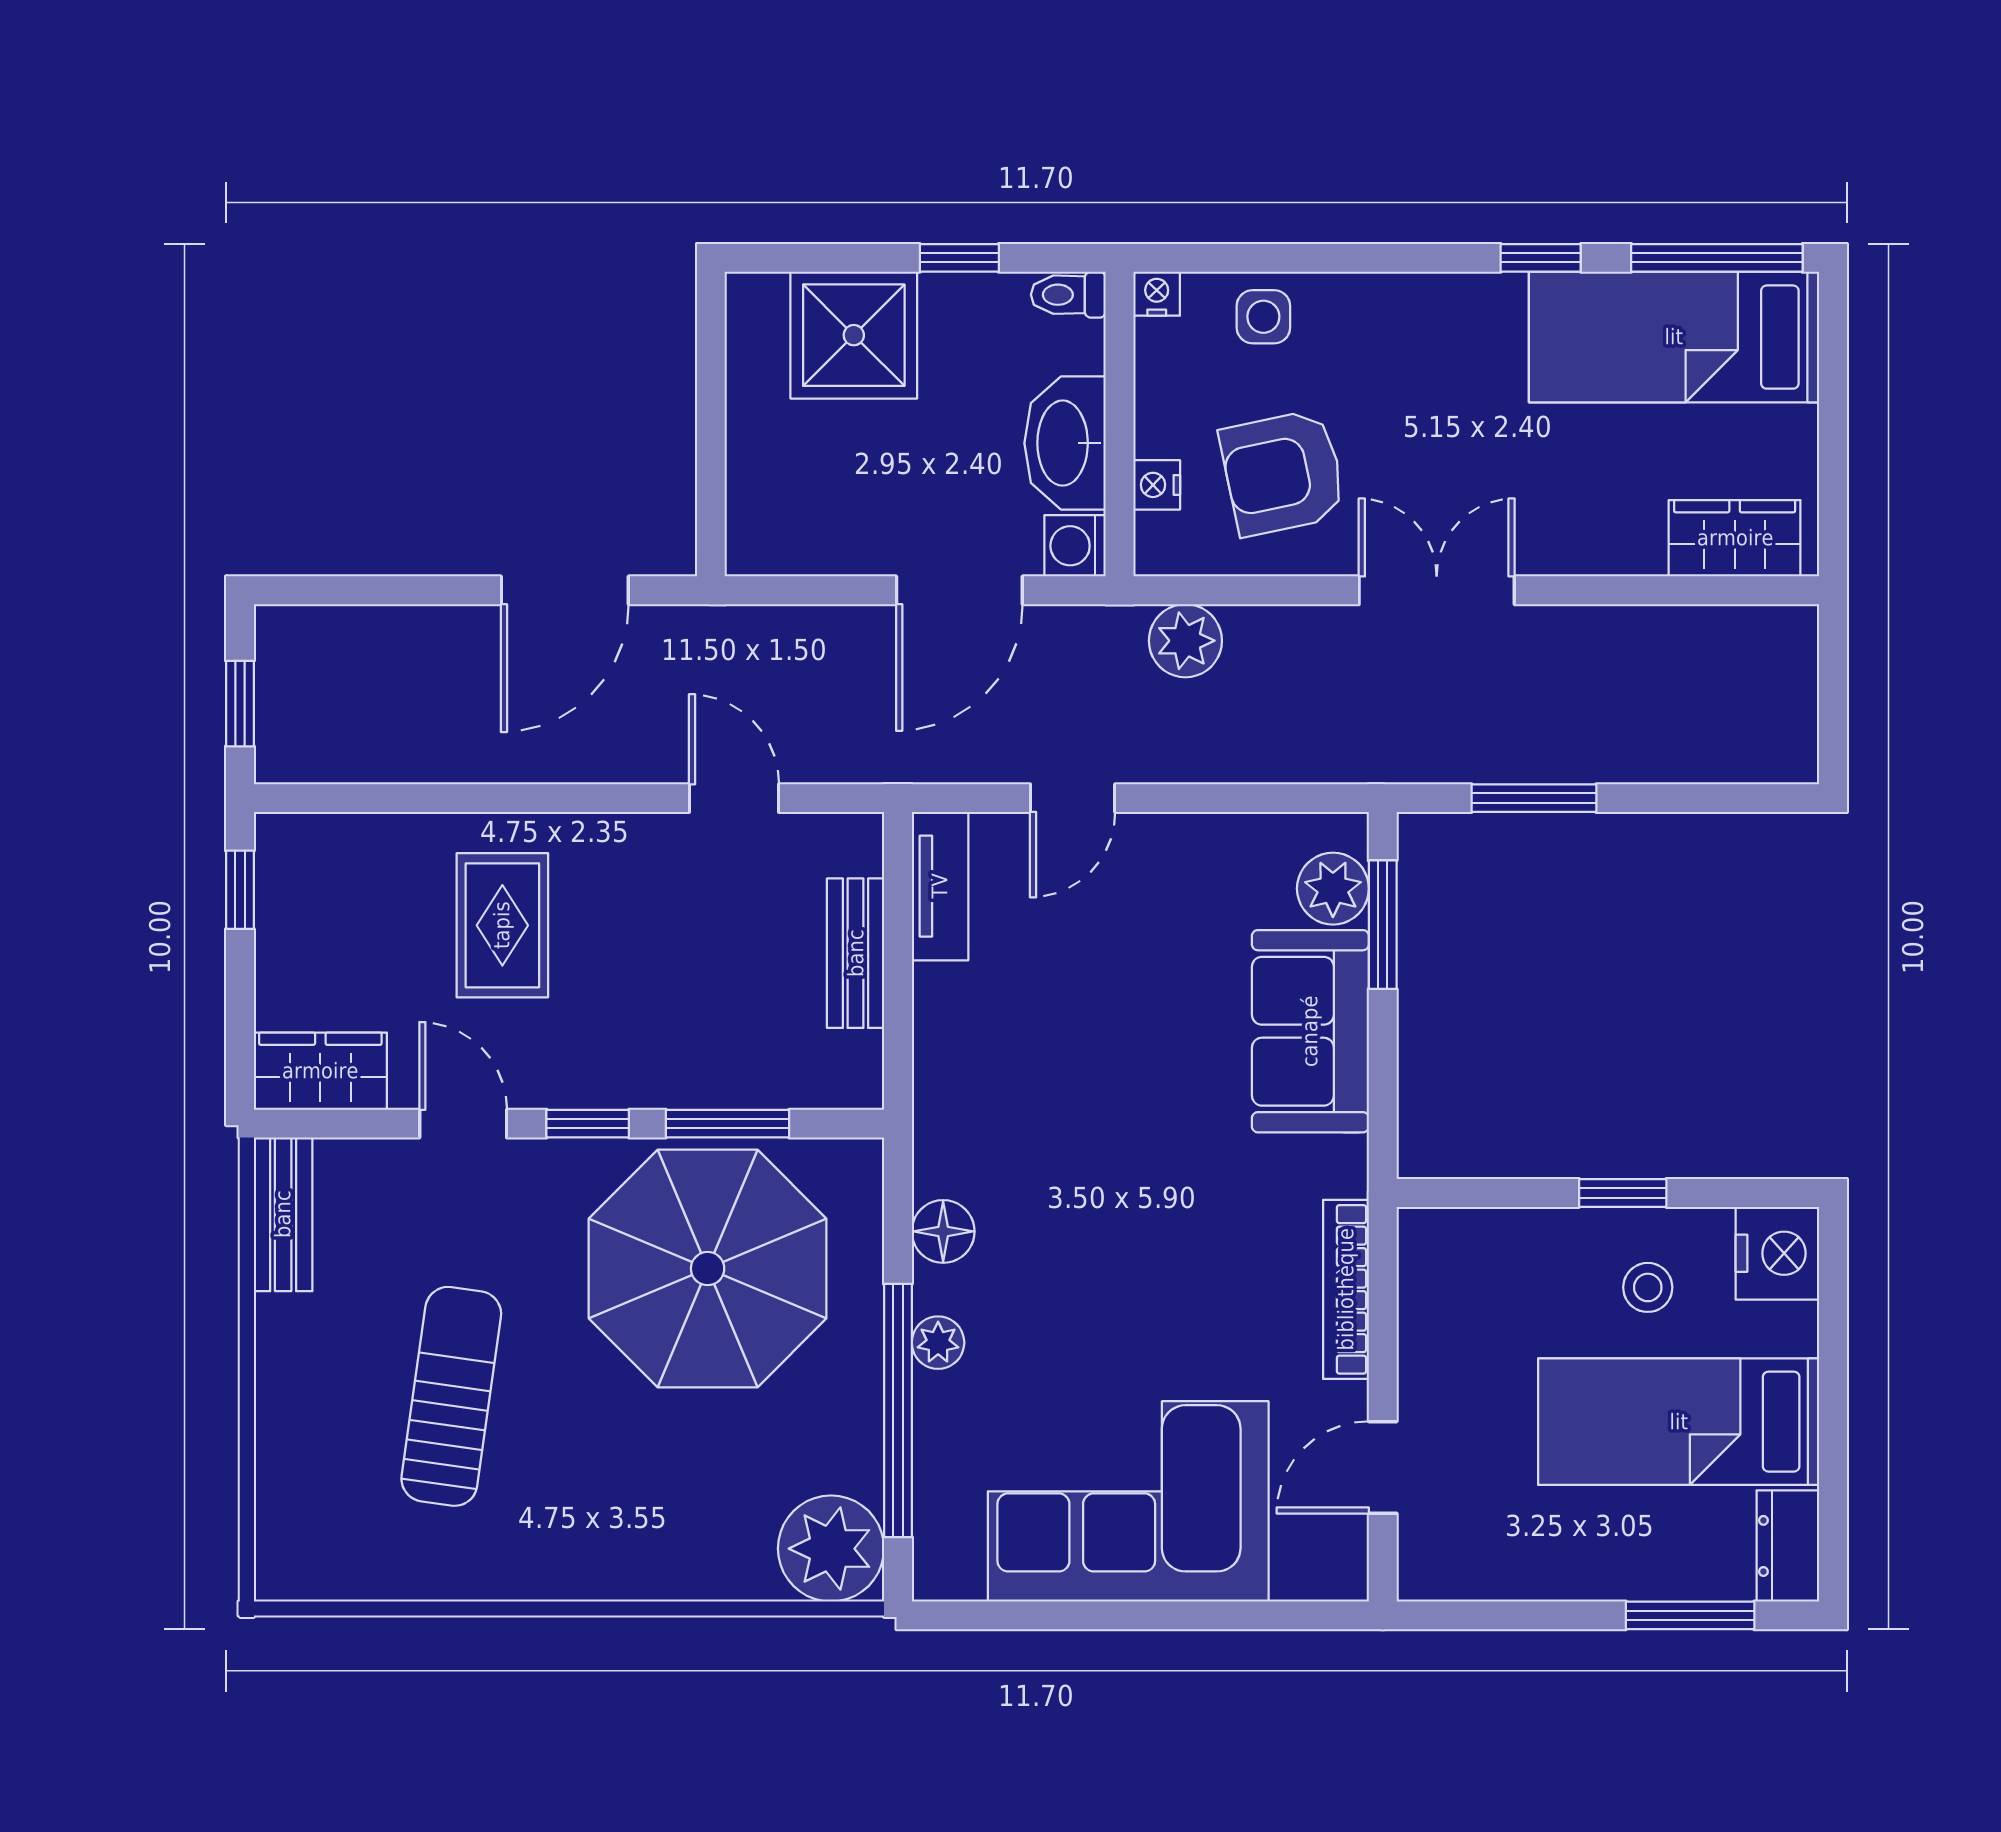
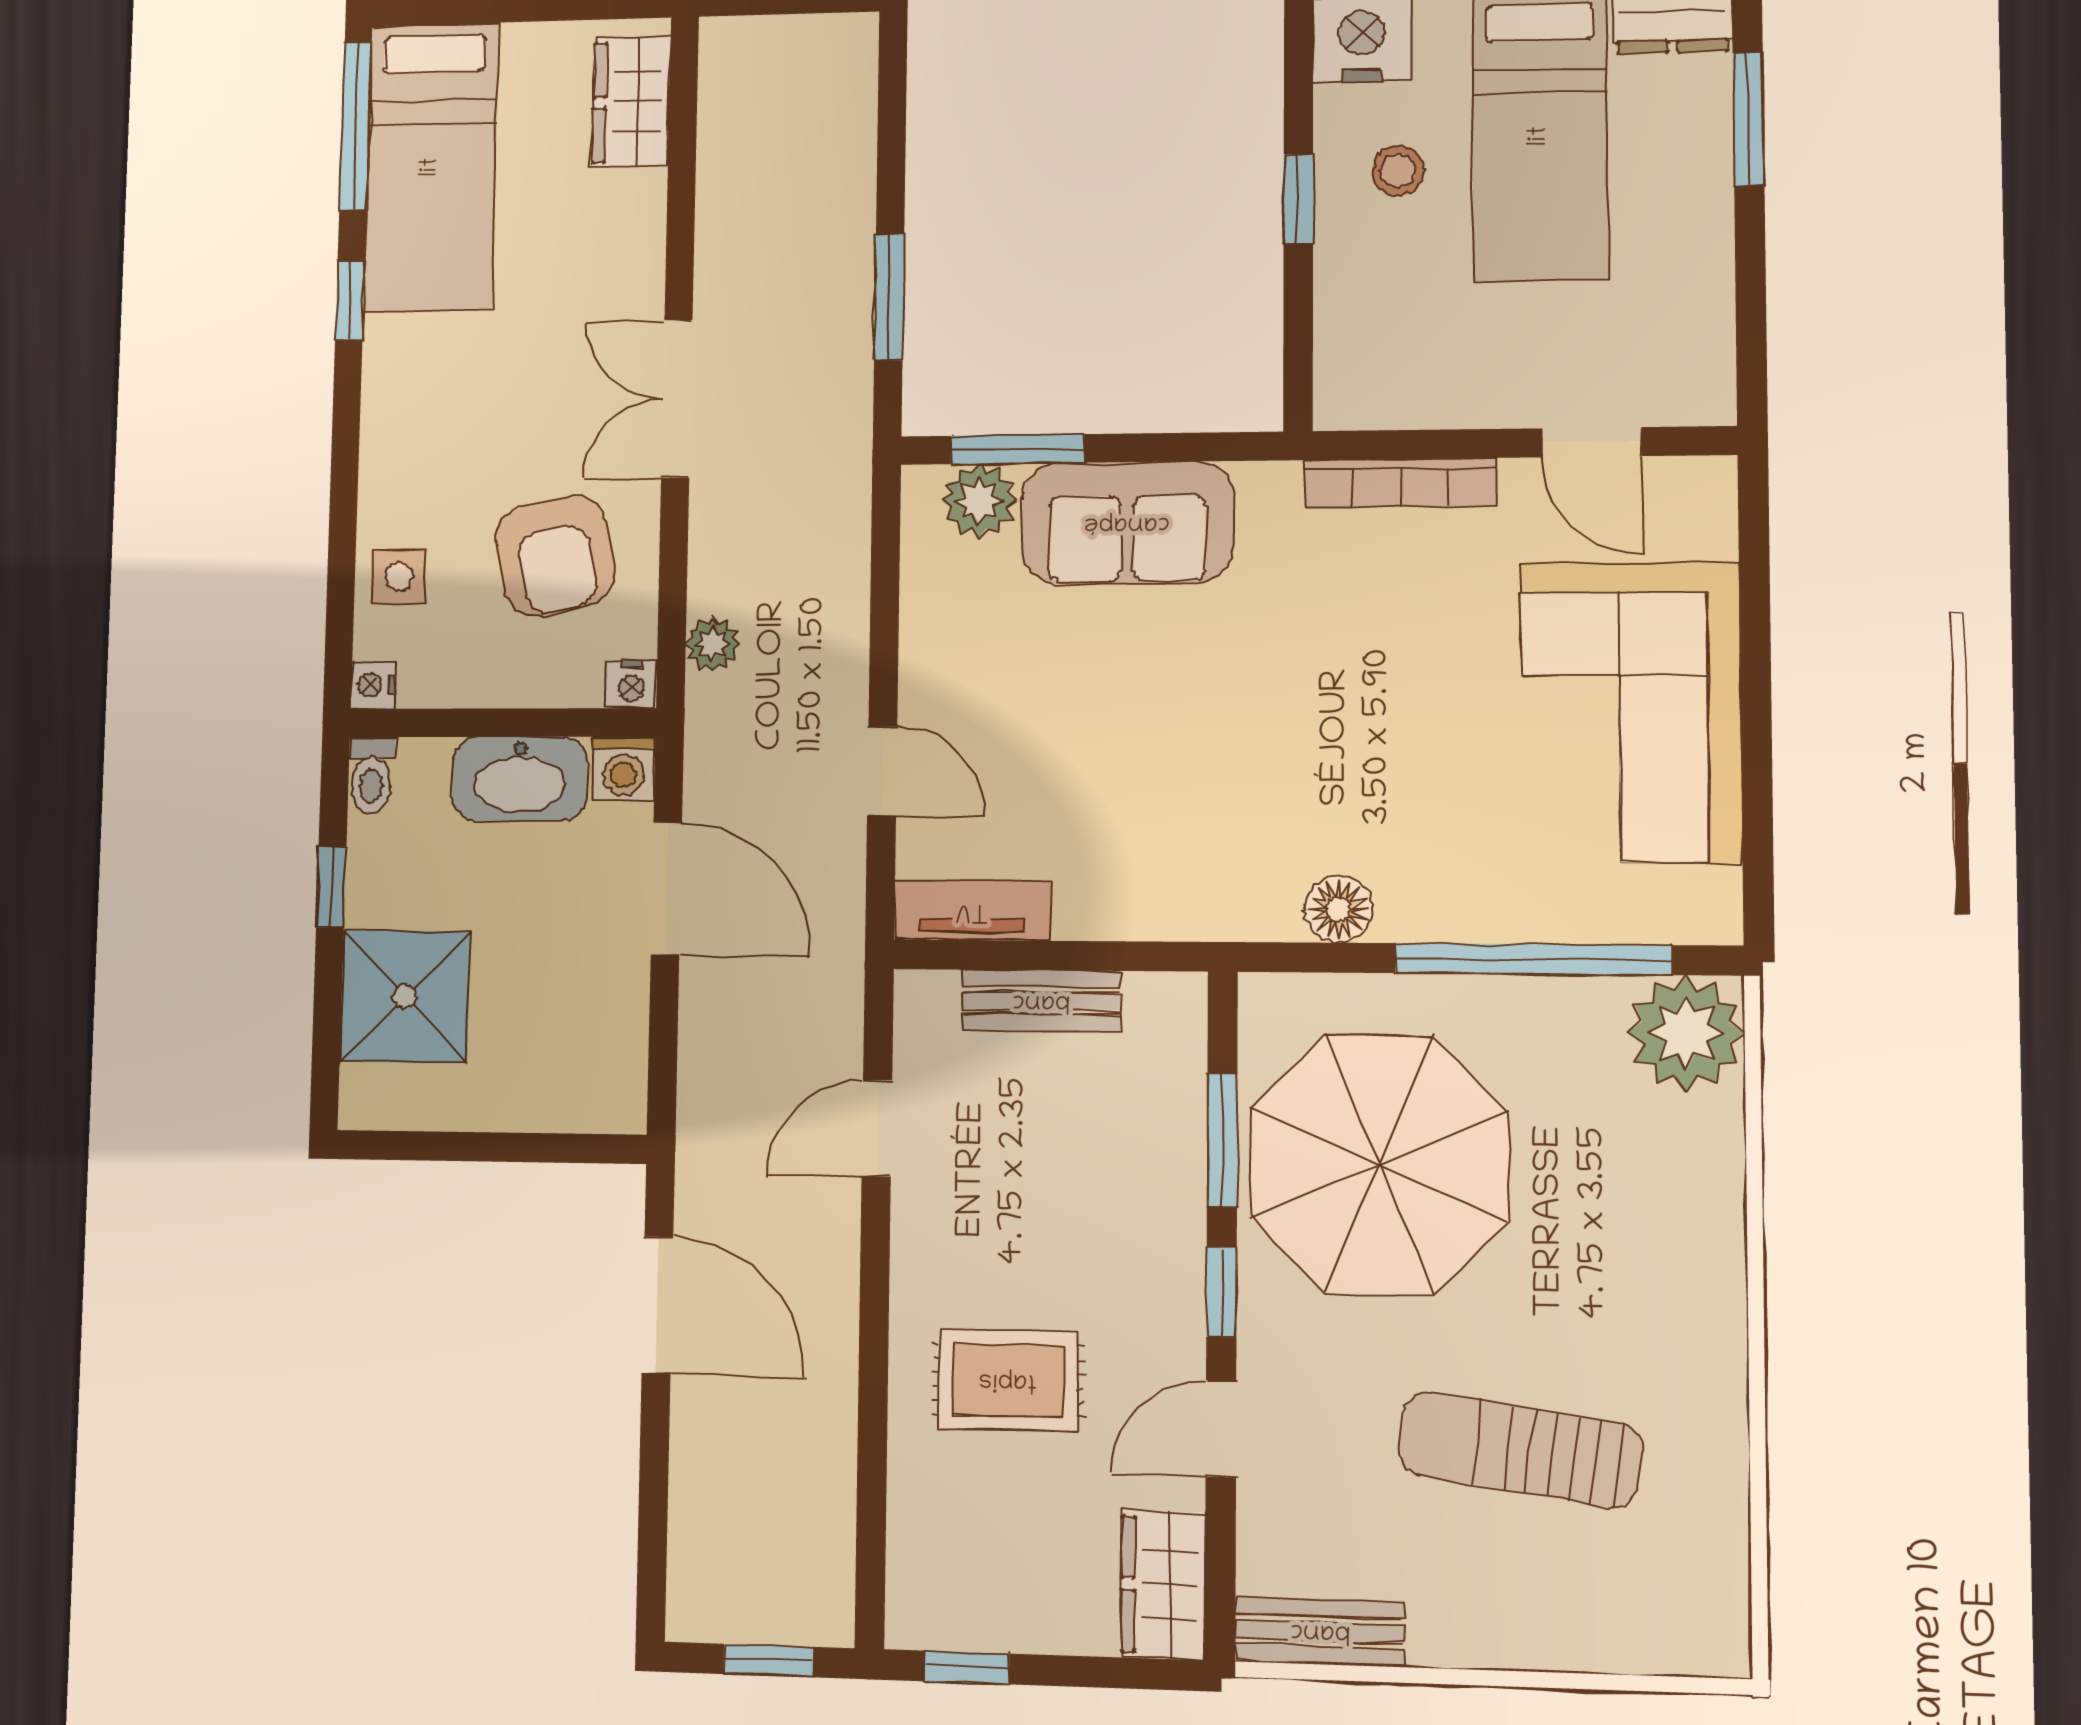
nightstand: (1157, 485) -> (631, 684), moved
plant: (1185, 641) -> (713, 644), width x0.73, depth x0.73
plant: (938, 1343) -> (1459, 915), removed

